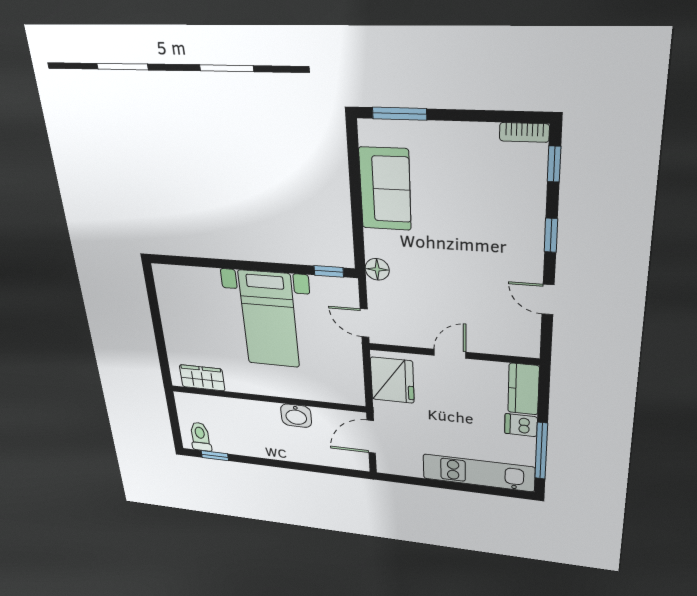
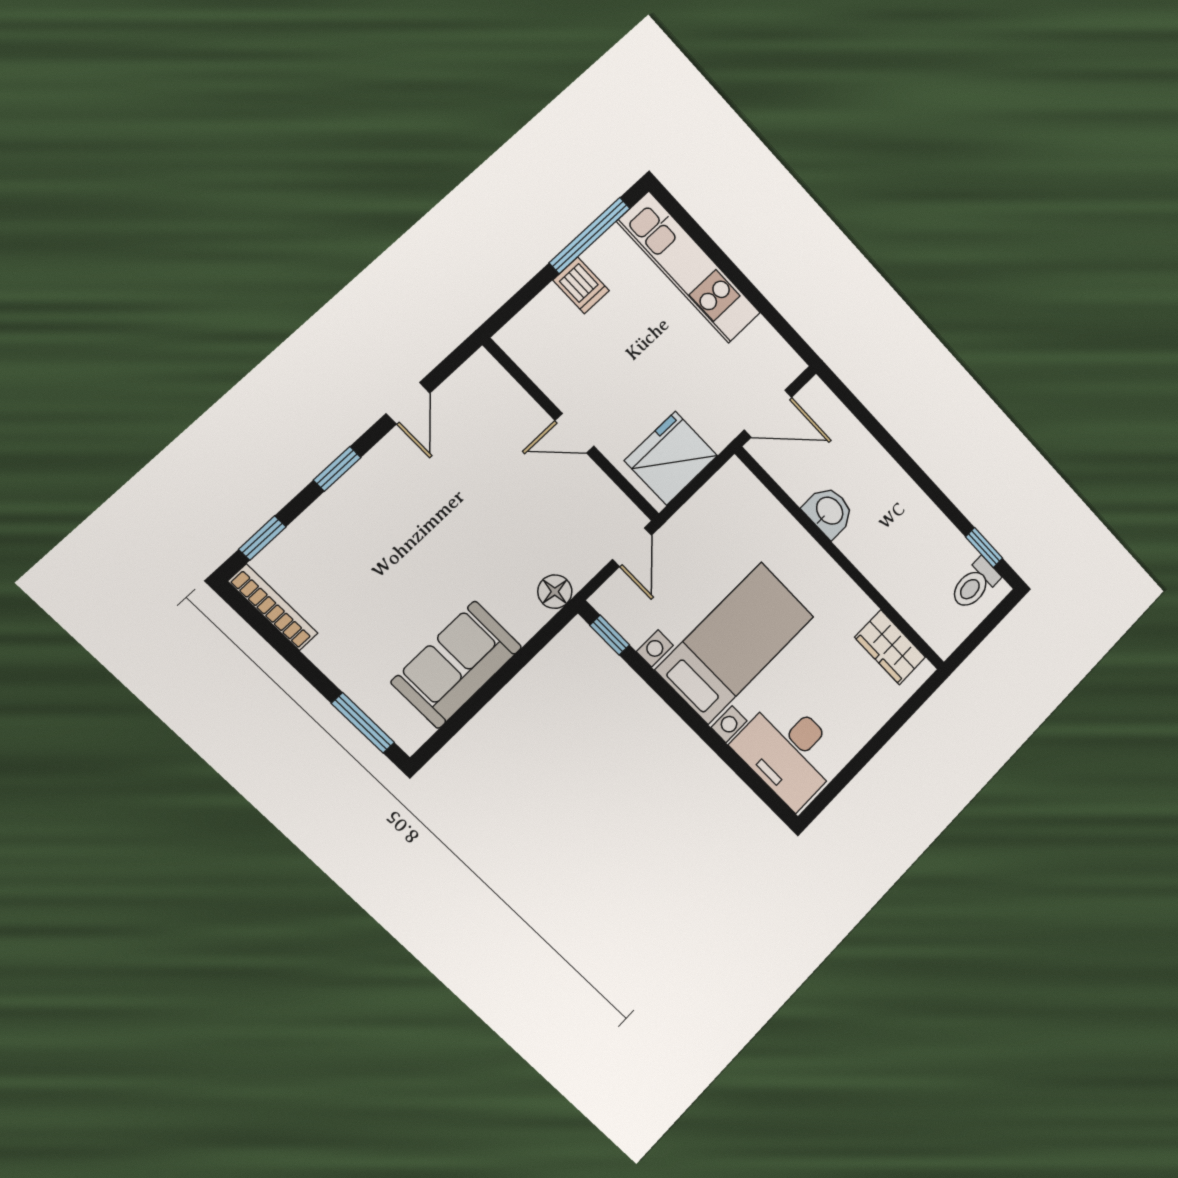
bookcase: (524, 132) -> (273, 607), width x1.56
desk: (189, 290) -> (789, 751), added
kitchen counter: (524, 389) -> (535, 325), removed

